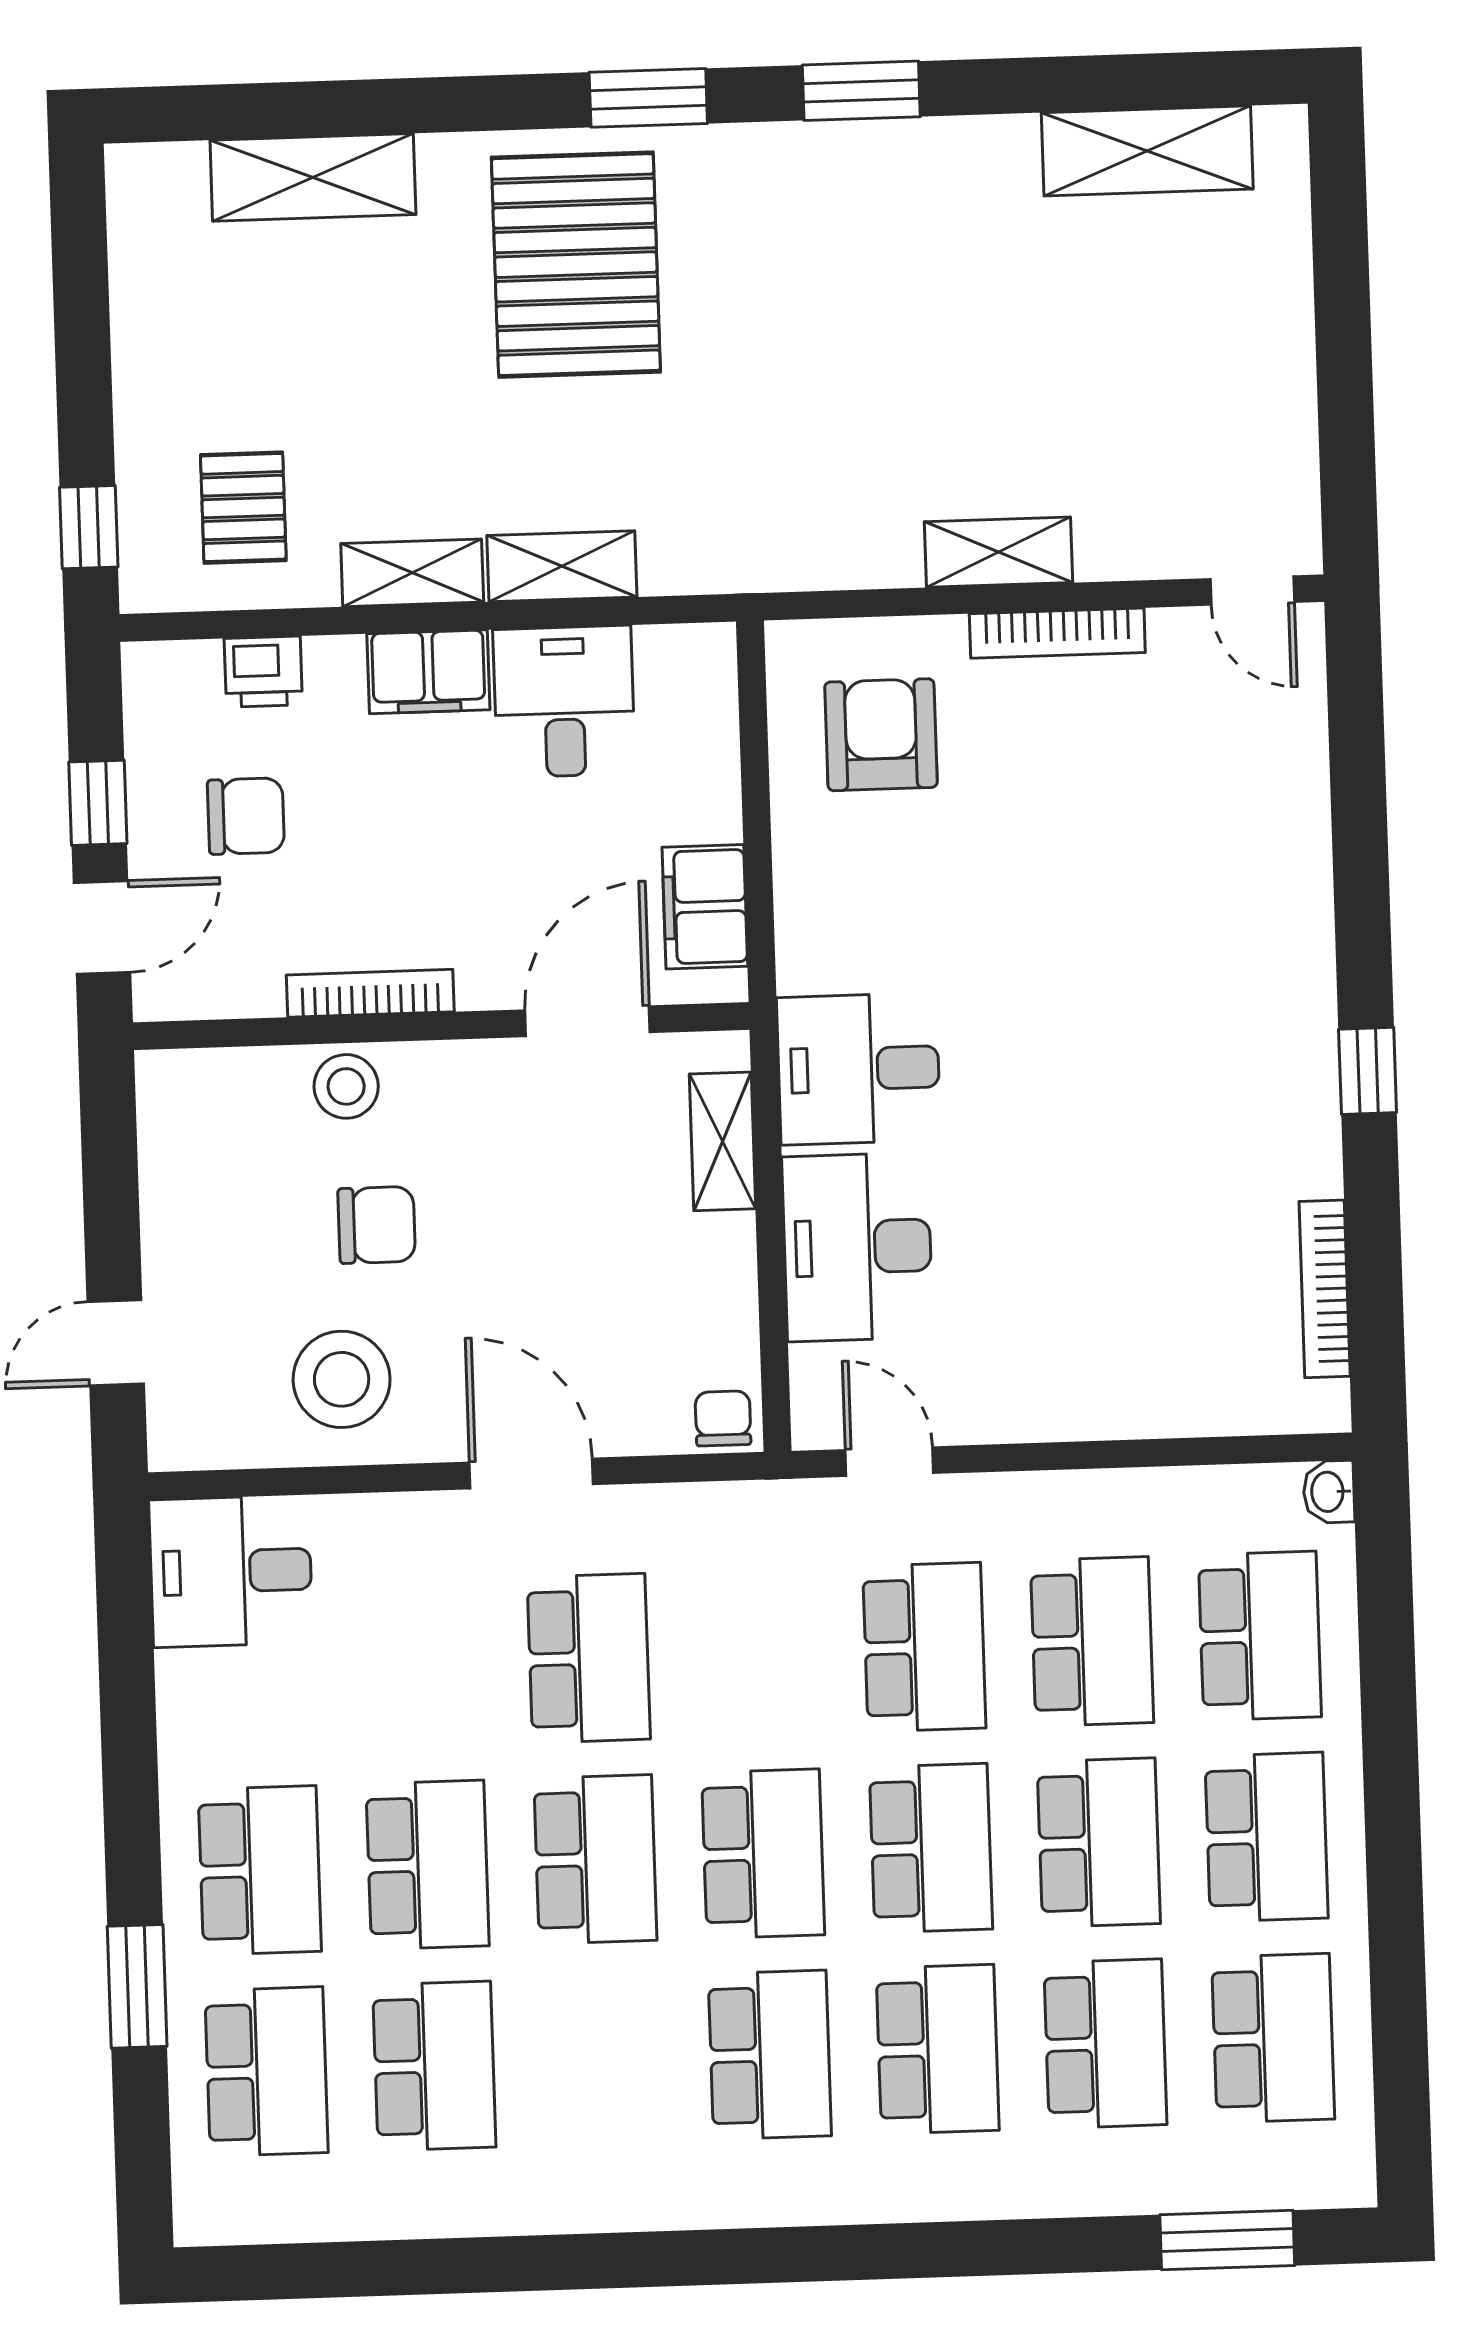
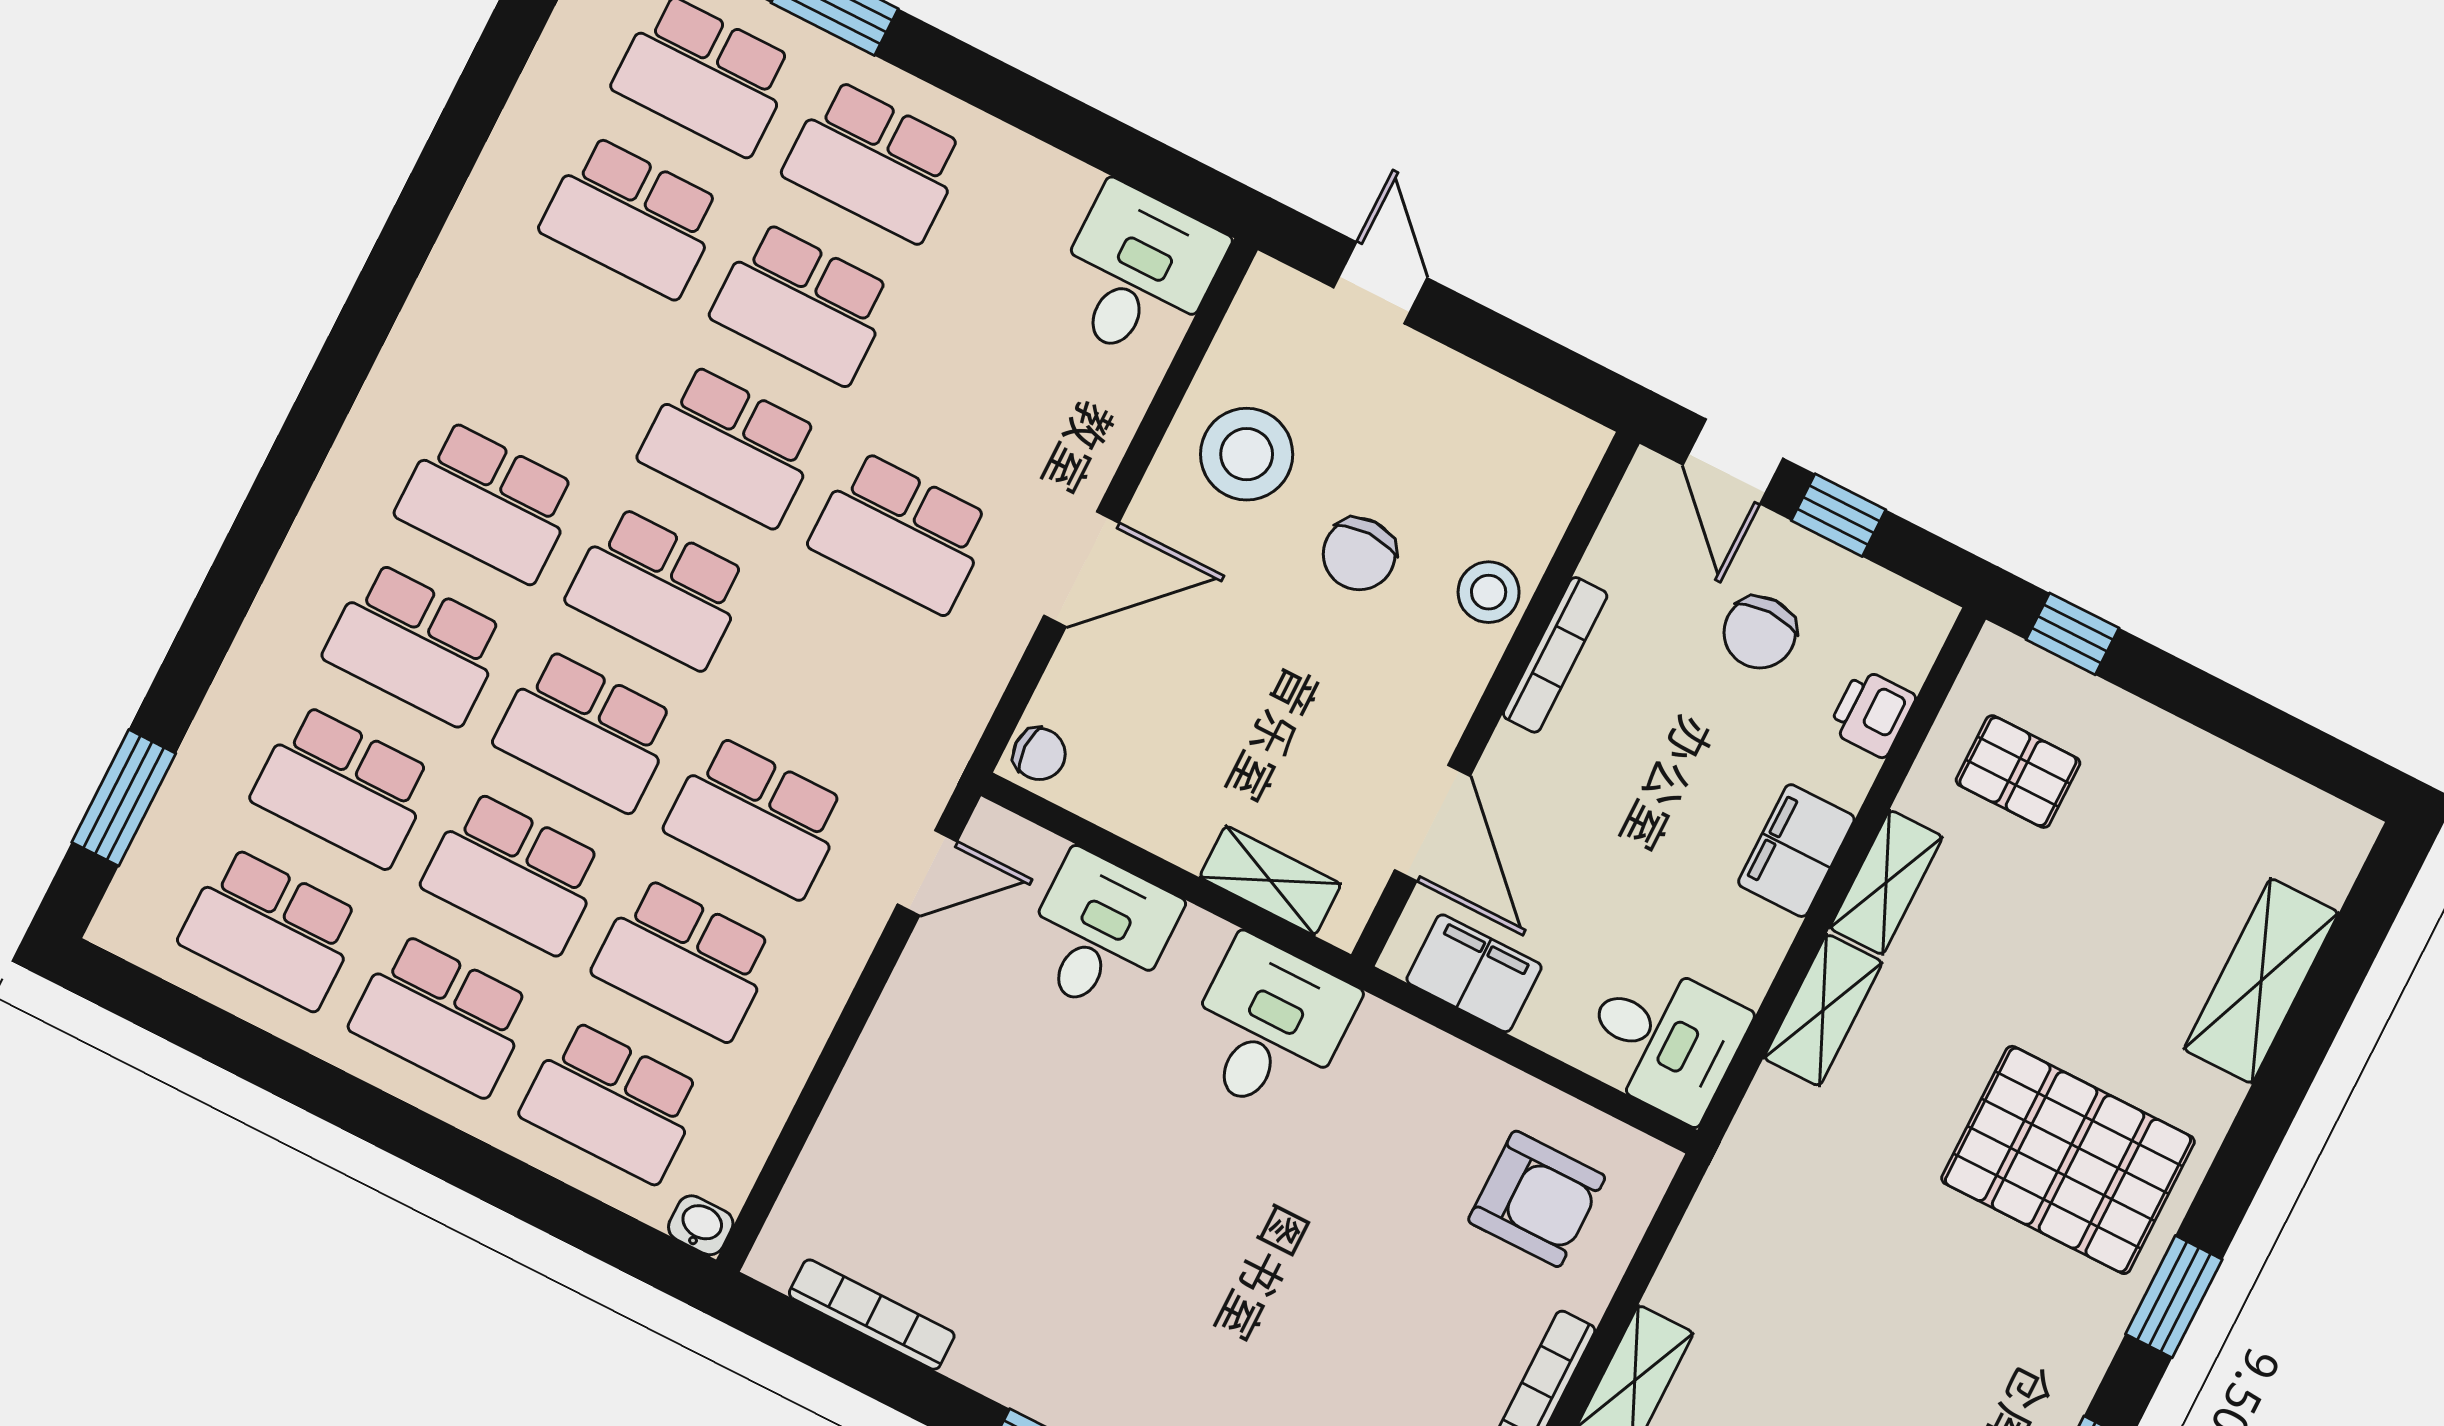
desk: (564, 702) -> (1664, 1040), moved
desk: (857, 1247) -> (1099, 934), width x0.73

